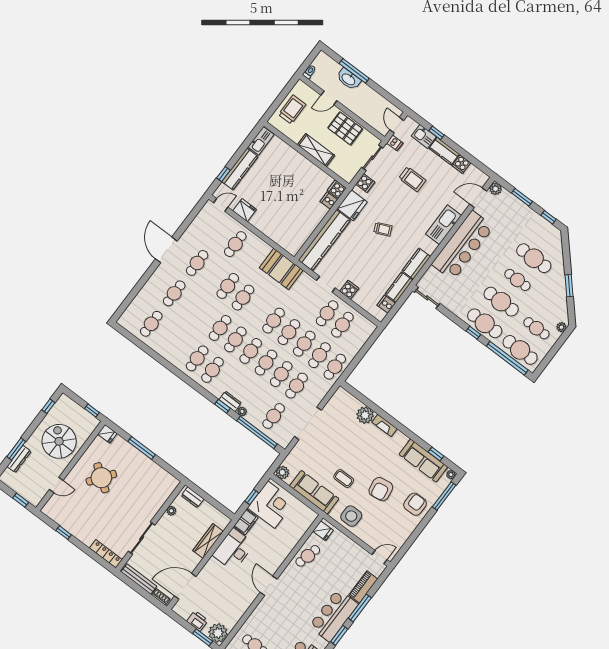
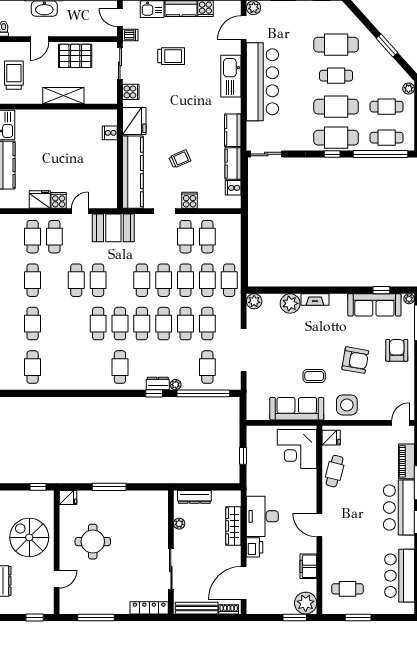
cooker: (337, 189) -> (59, 200), moved, turned 90
door: (221, 205) -> (80, 211), moved
trolley: (383, 229) -> (180, 159), moved
cafe table: (520, 350) -> (387, 138), width x0.73, depth x0.74
cafe table: (197, 358) -> (33, 237), moved
plant: (282, 472) -> (254, 301), moved
round table: (101, 478) -> (93, 542), turned -36
armchair: (381, 489) -> (355, 360), turned -71
dresser: (193, 497) -> (194, 497), width x1.44
corner desk: (271, 505) -> (297, 449), moved, turned 180
filing cabinet: (246, 522) -> (308, 566), moved, turned 180
window: (64, 533) -> (96, 618), width x2.17
printer: (197, 621) -> (255, 547), moved, turned 90

